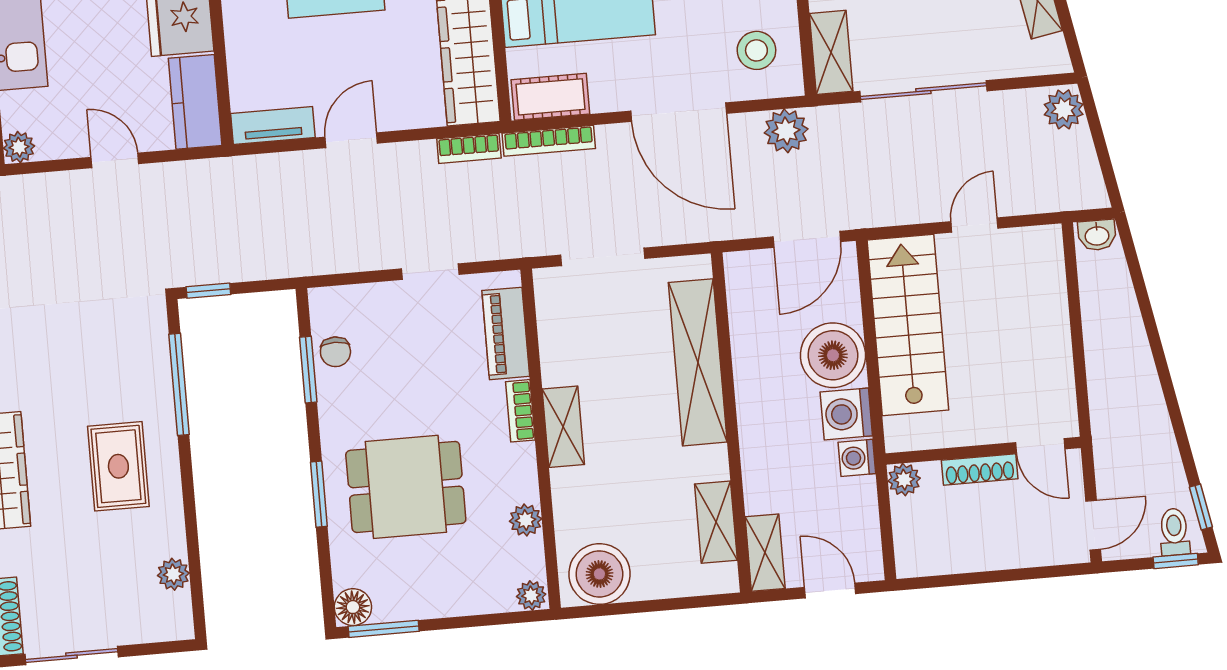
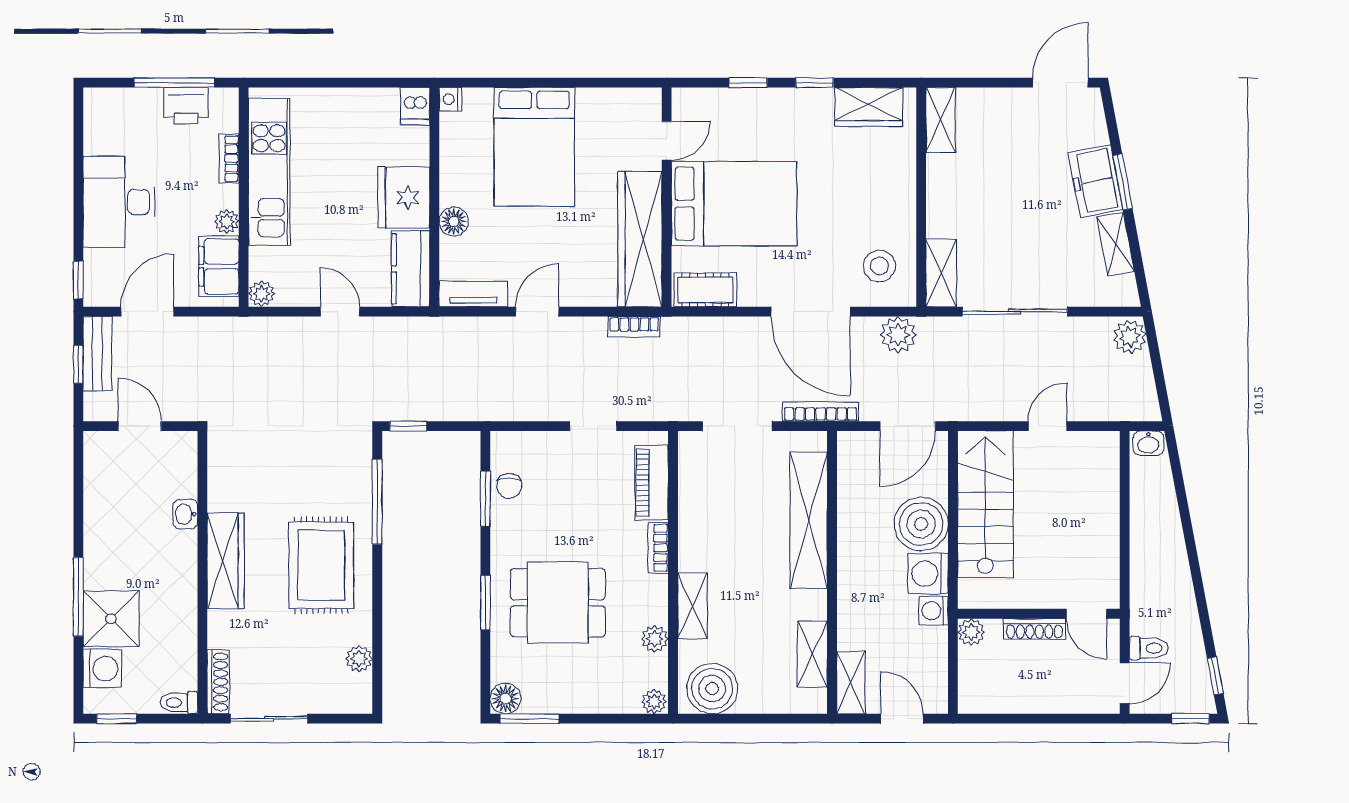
floor lamp: (242, 41) -> (454, 221), added
bookcase: (549, 141) -> (821, 412), moved, turned 180
shelving: (563, 427) -> (693, 606), moved
rug: (118, 466) -> (321, 565), width x1.36, depth x1.43
toilet: (1174, 532) -> (1149, 648), moved, turned 90

